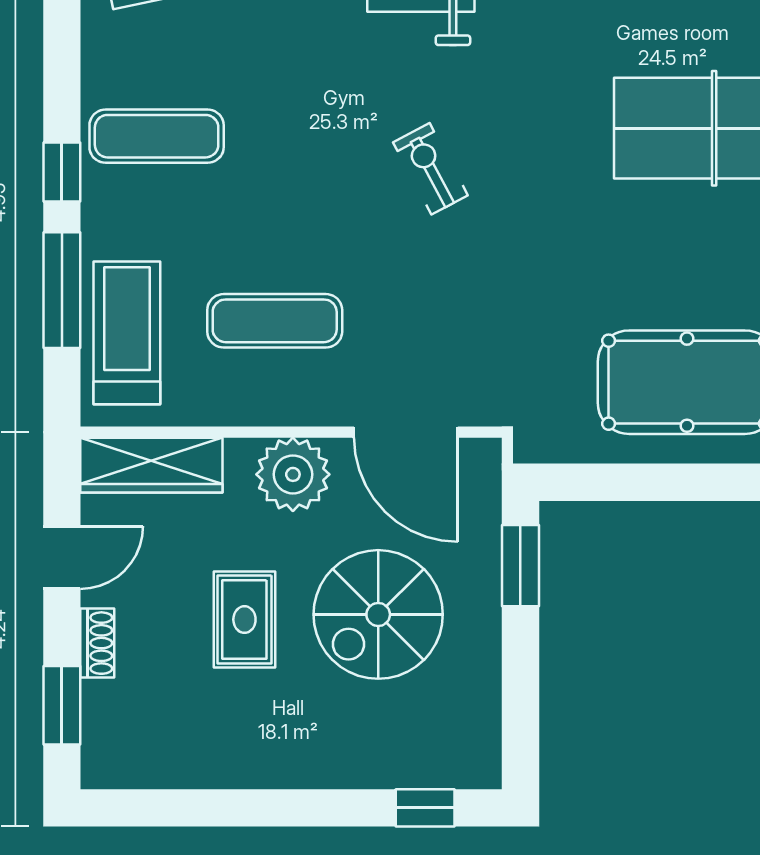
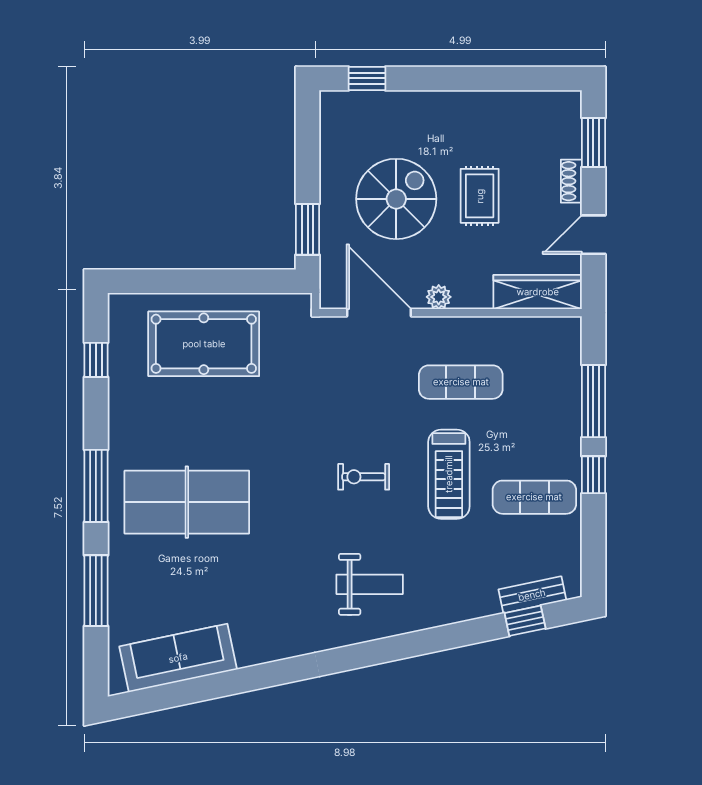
exercise bike: (430, 169) -> (364, 477), turned 118
treadmill: (127, 333) -> (449, 474), moved
plant: (293, 474) -> (439, 297), width x0.53, depth x0.53

